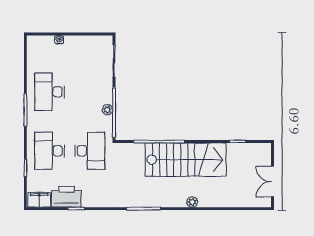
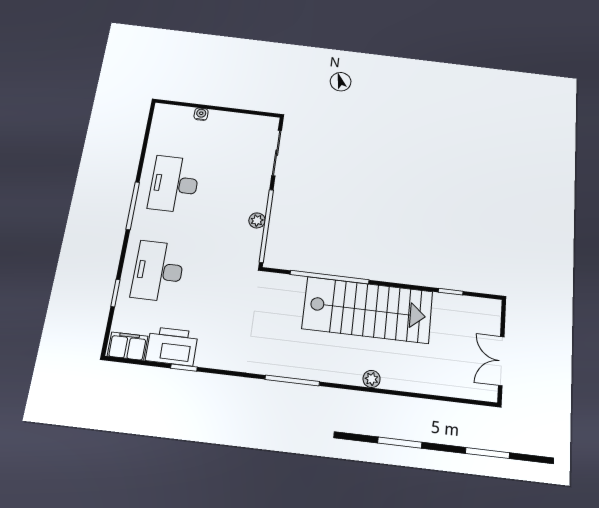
desk: (90, 151) -> (221, 279), removed

